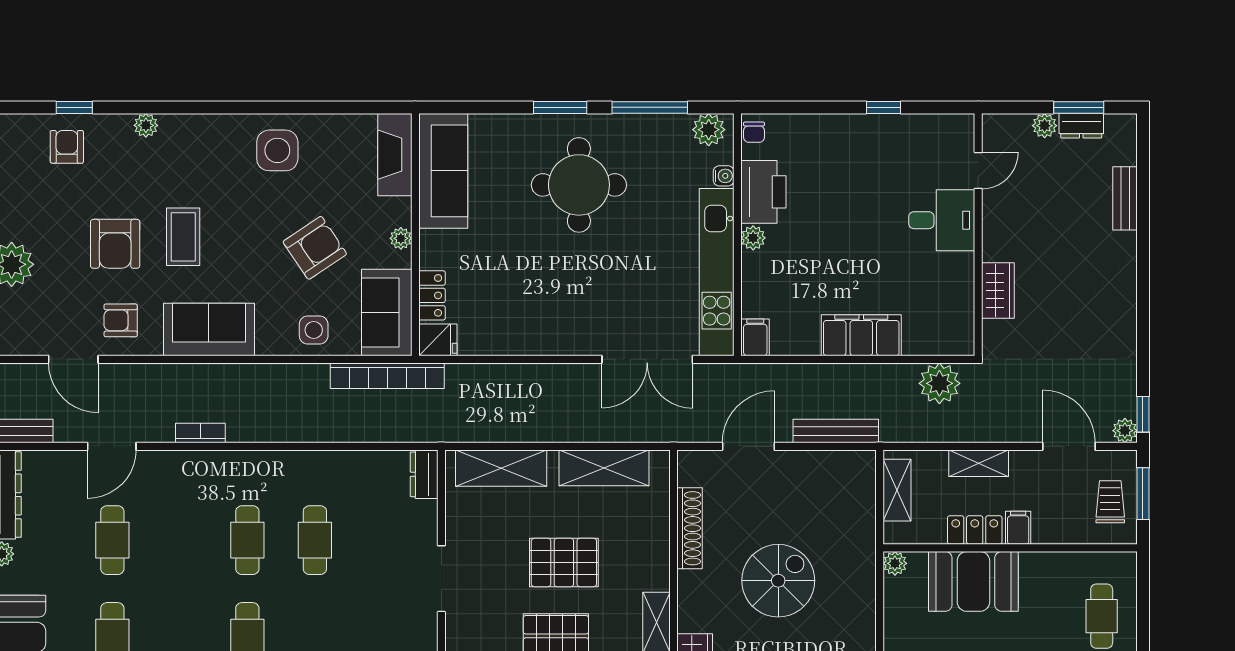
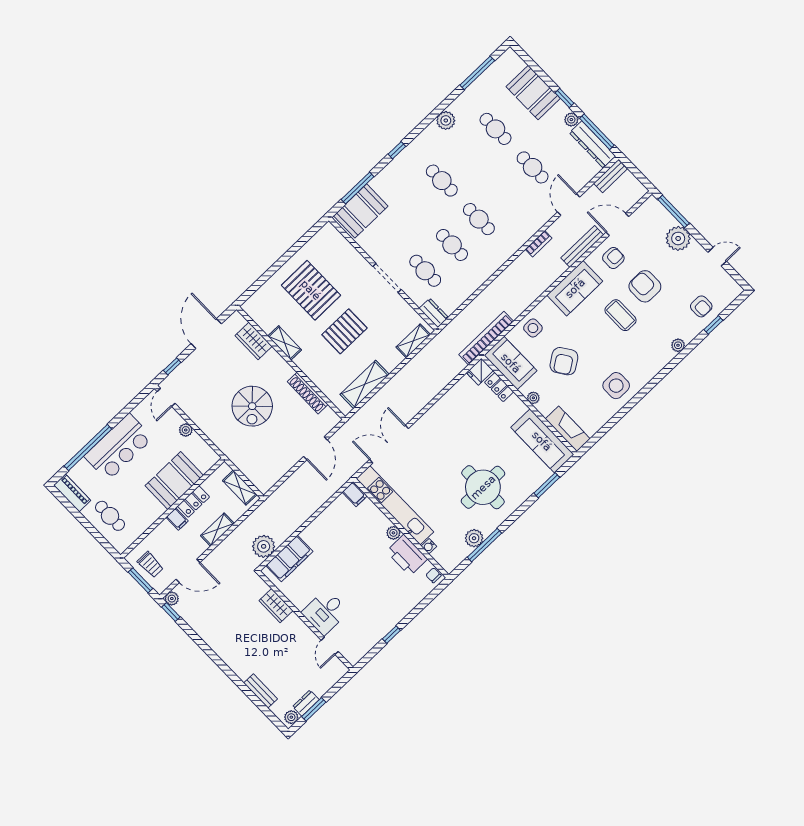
window: (560, 107) -> (547, 485), moved
plant: (1045, 126) -> (291, 717), moved
plant: (709, 130) -> (474, 538), moved
filing cabinet: (861, 335) -> (289, 559), moved
bench: (836, 431) -> (582, 246), moved
shelving: (501, 468) -> (413, 341), width x0.67, depth x0.75
cafe table: (382, 540) -> (425, 271), added
plant: (895, 563) -> (186, 430), moved

